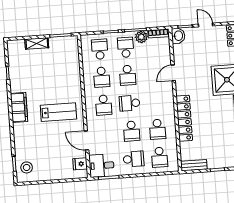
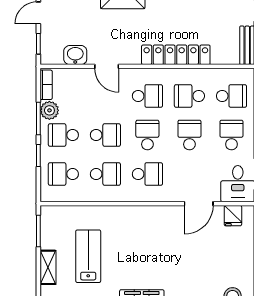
washbasin: (178, 36) -> (75, 55), moved
school desk: (156, 101) -> (147, 96), added
school desk: (130, 103) -> (147, 135), turned 180
lab bench: (58, 112) -> (88, 256), moved
school desk: (158, 129) -> (189, 96), turned 180
school desk: (132, 131) -> (189, 135), turned -90

